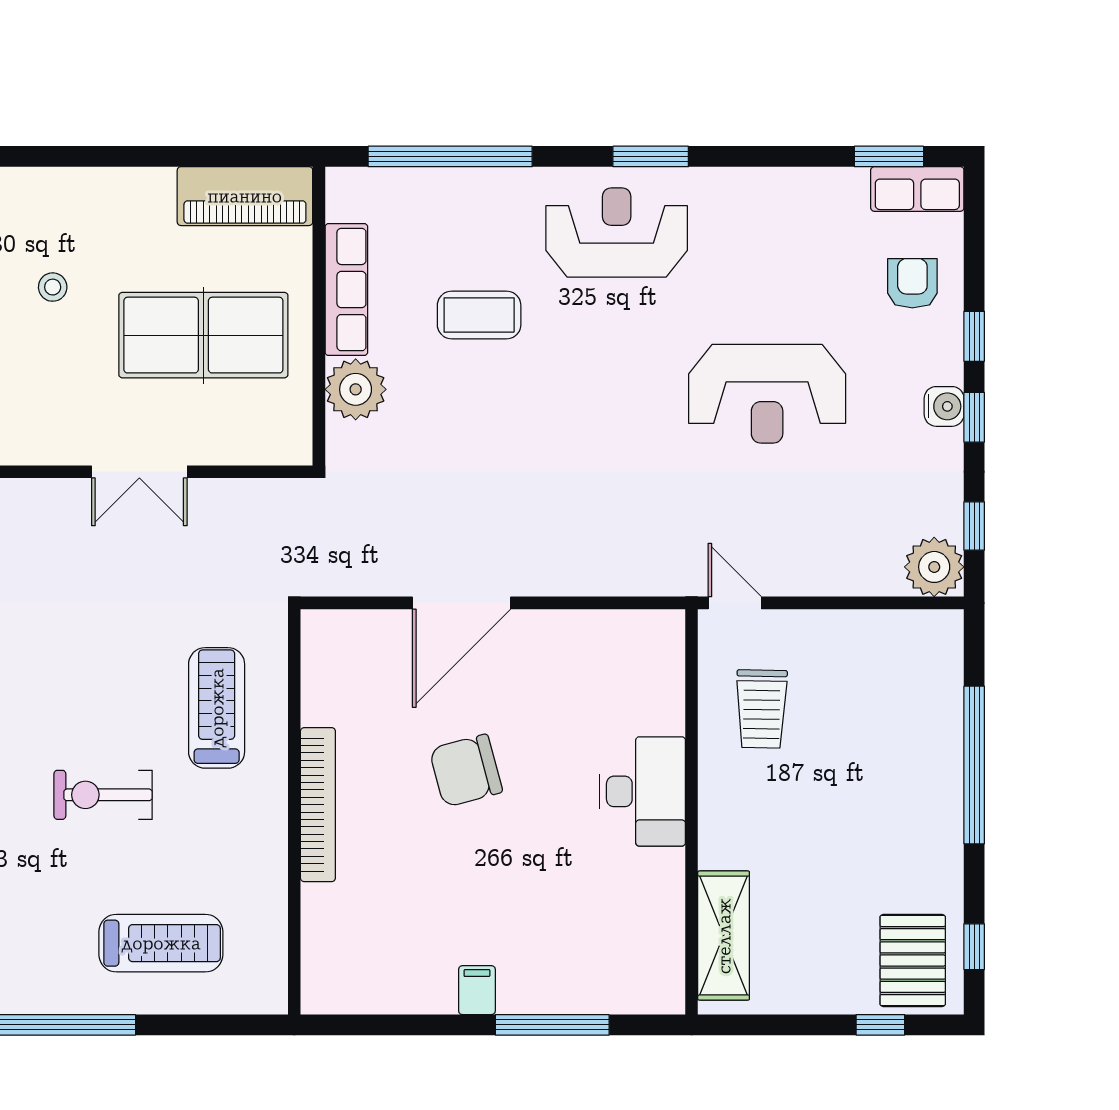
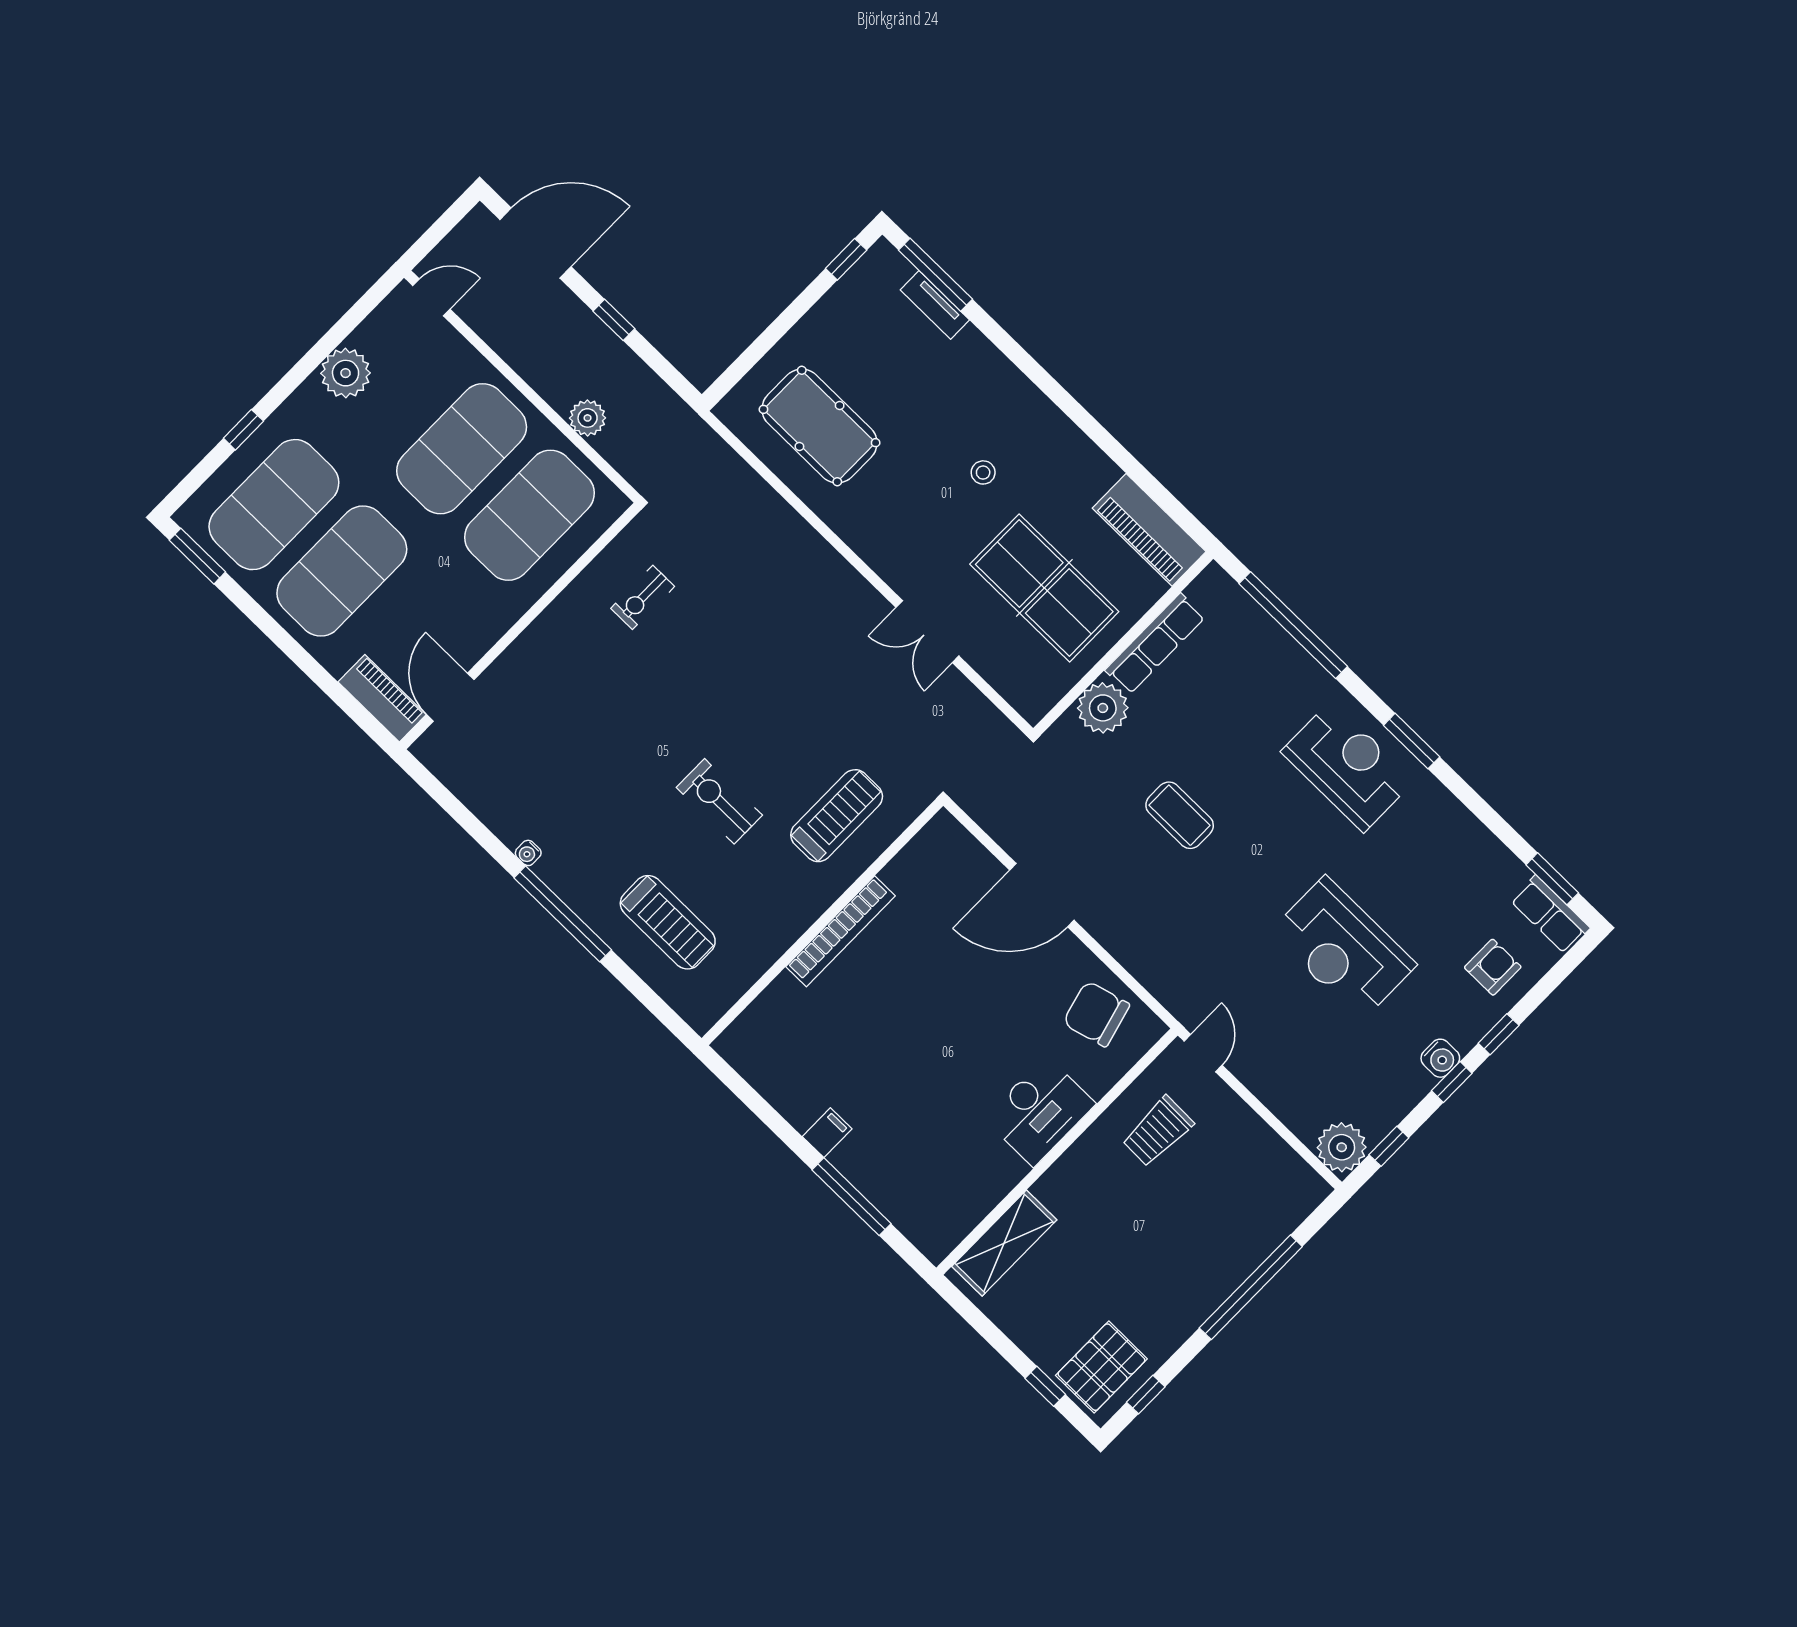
coffee table: (479, 315) -> (1180, 815), moved
chair: (466, 771) -> (1096, 1014), moved

